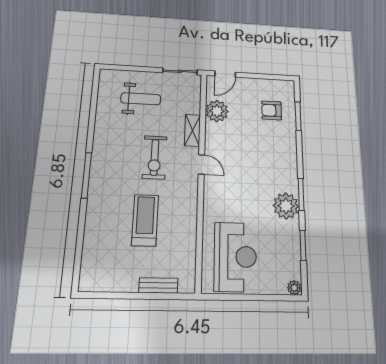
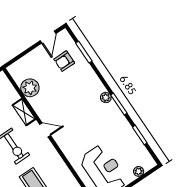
door: (225, 74) -> (48, 37), moved
plant: (286, 206) -> (106, 97), moved, width x0.53, depth x0.53
plant: (294, 288) -> (139, 171), moved

